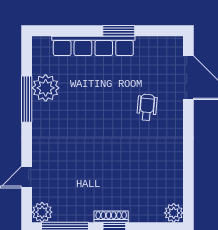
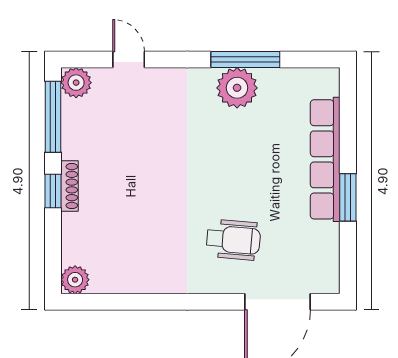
plant: (46, 88) -> (237, 88), moved
wheelchair: (147, 107) -> (233, 240), width x1.36, depth x1.37

